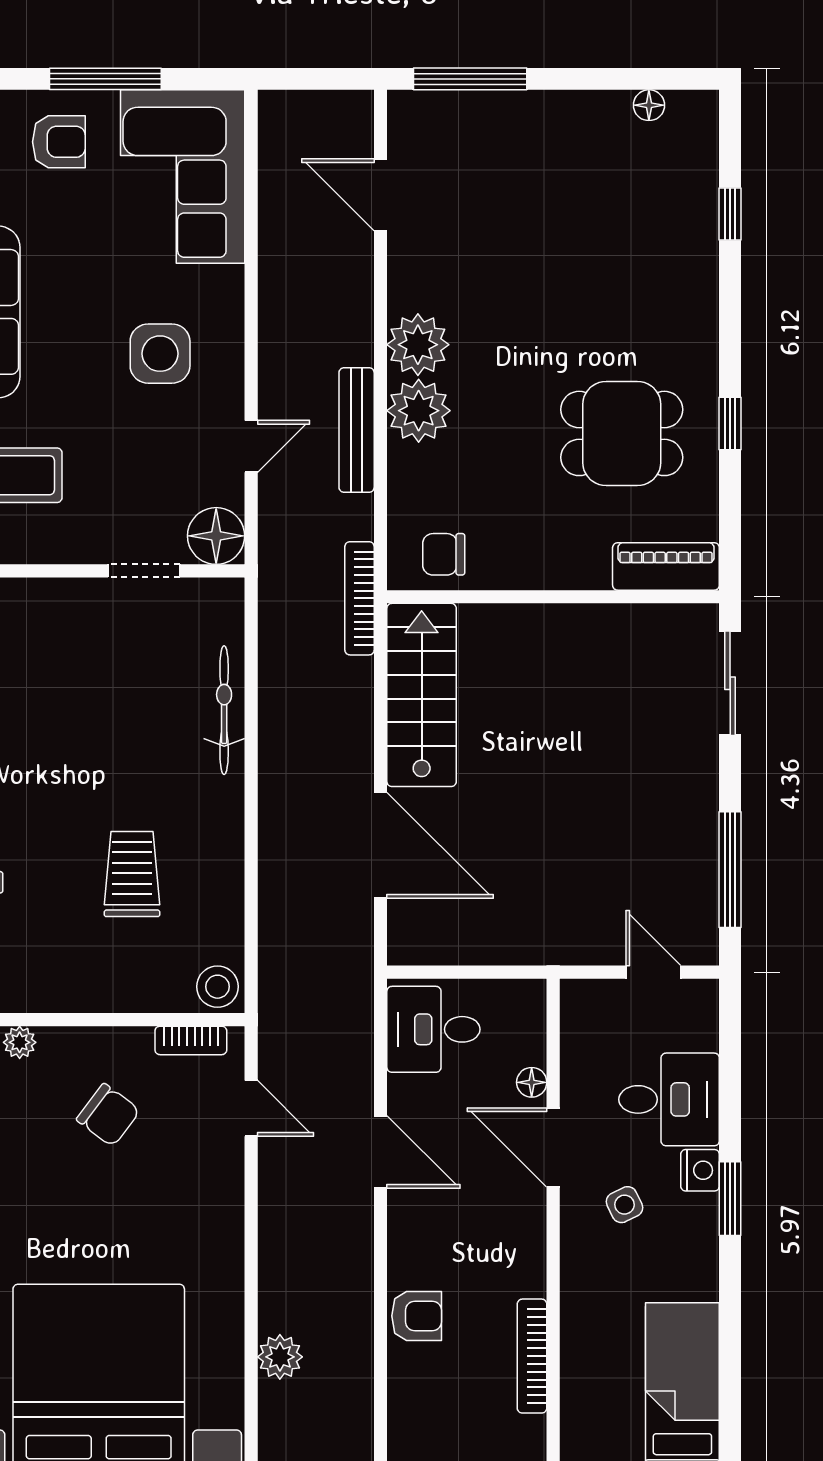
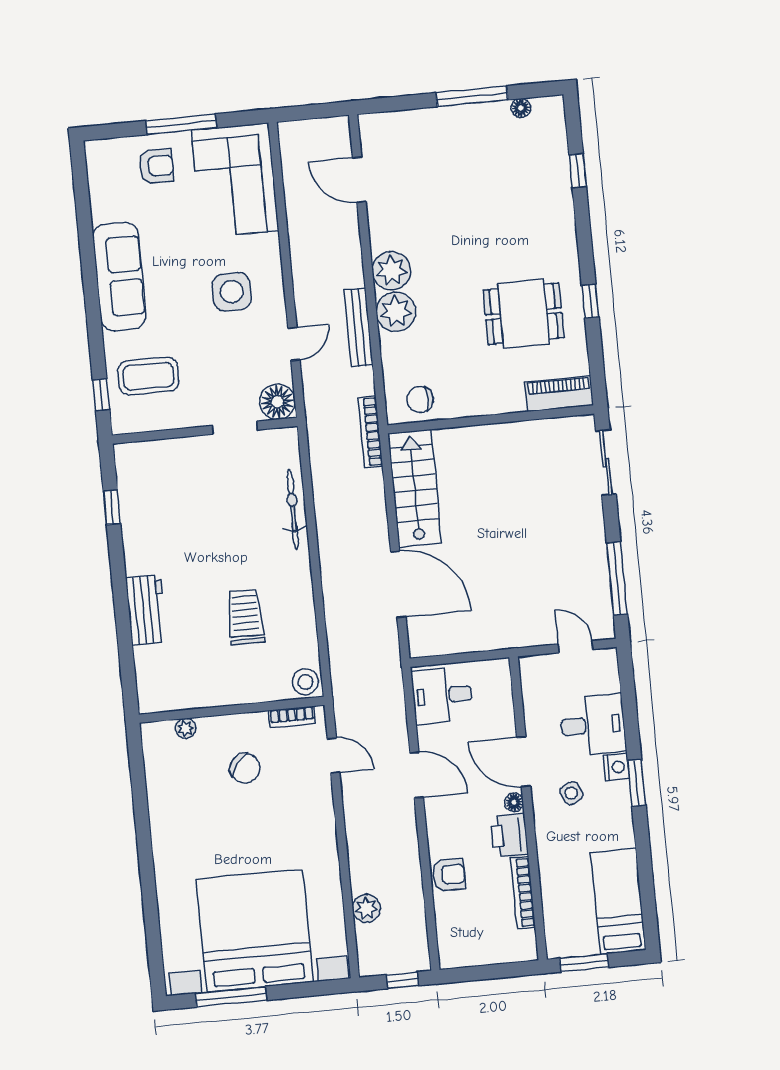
window: (470, 79) -> (472, 96), moved
floor lamp: (532, 1082) -> (514, 802), moved
printer: (519, 1262) -> (509, 835), added

